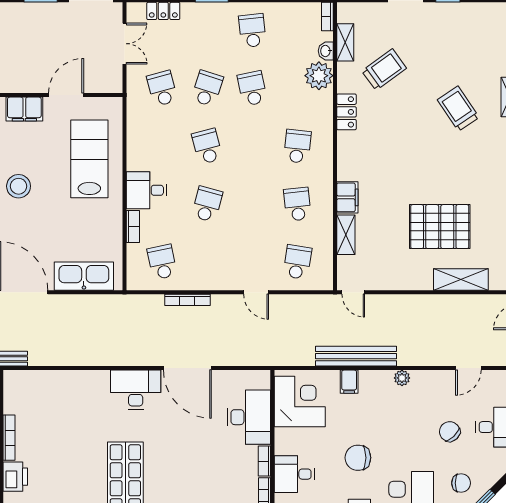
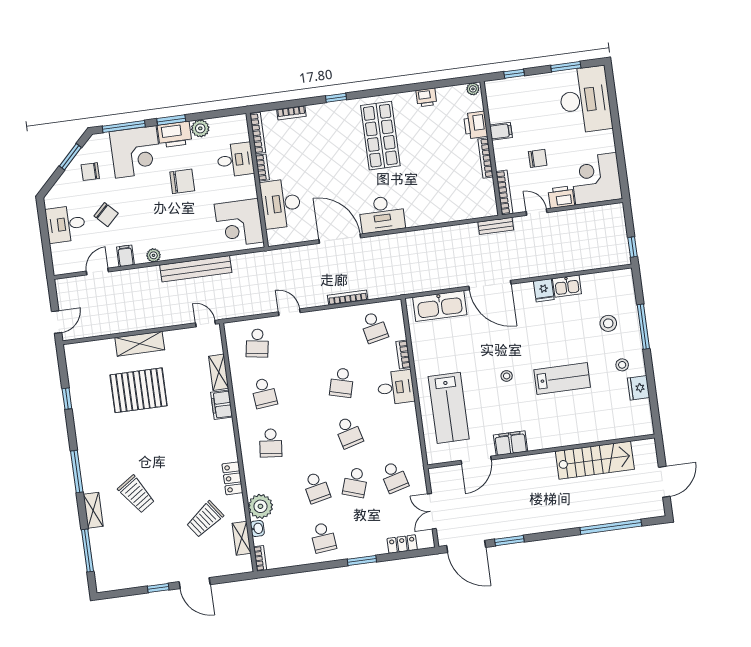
stool: (19, 186) -> (507, 376), width x0.53, depth x0.53
shelving: (461, 279) -> (140, 344), moved
filing cabinet: (349, 382) -> (125, 256), moved

